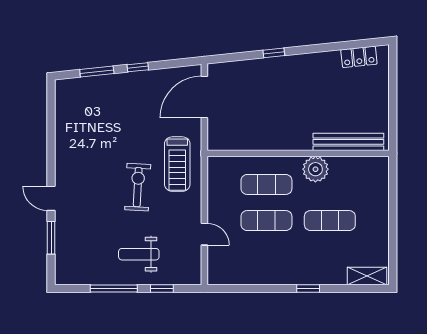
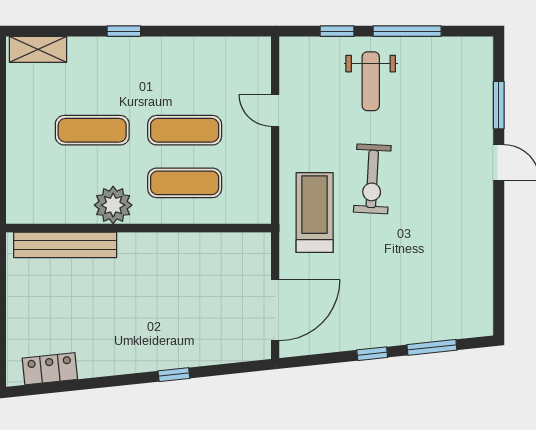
weight bench: (139, 254) -> (371, 81), turned 90

